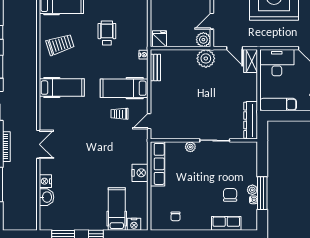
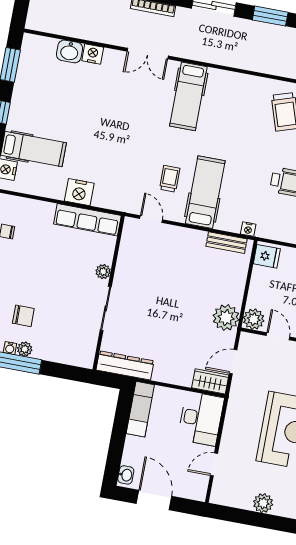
hospital bed: (62, 88) -> (188, 96), moved

